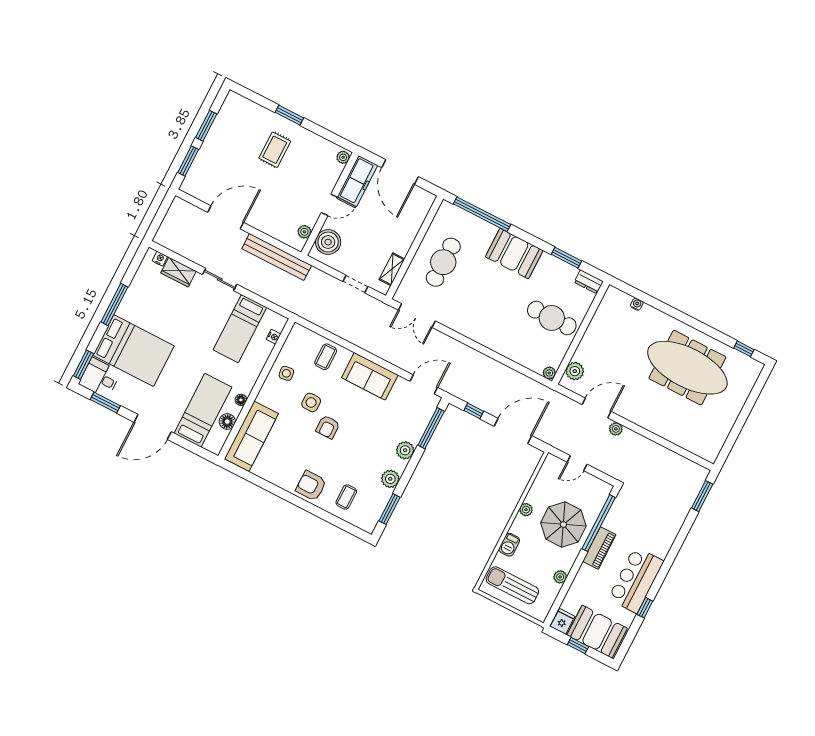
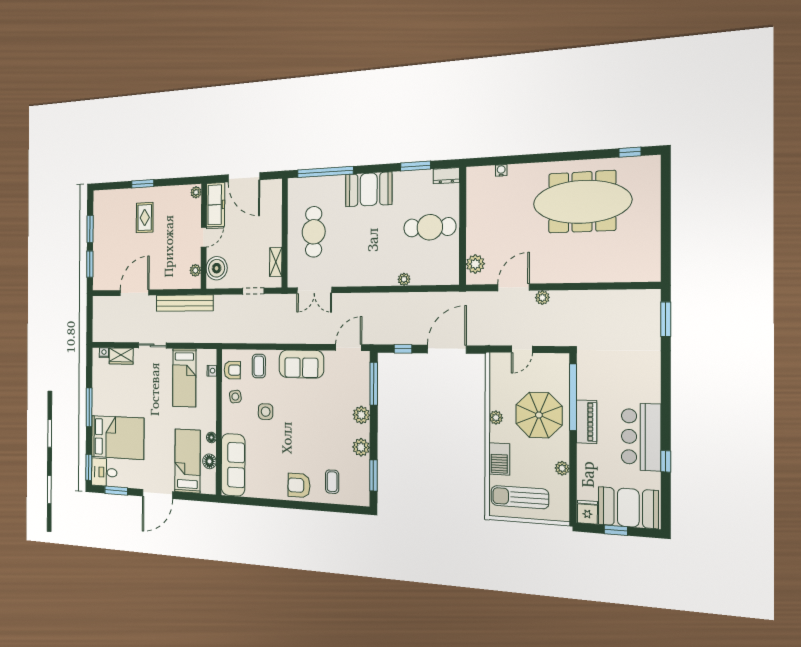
plant: (549, 373) -> (404, 279), moved
armchair: (328, 427) -> (232, 370), moved, turned -90
barbecue: (509, 545) -> (499, 459), width x1.38, depth x1.27

